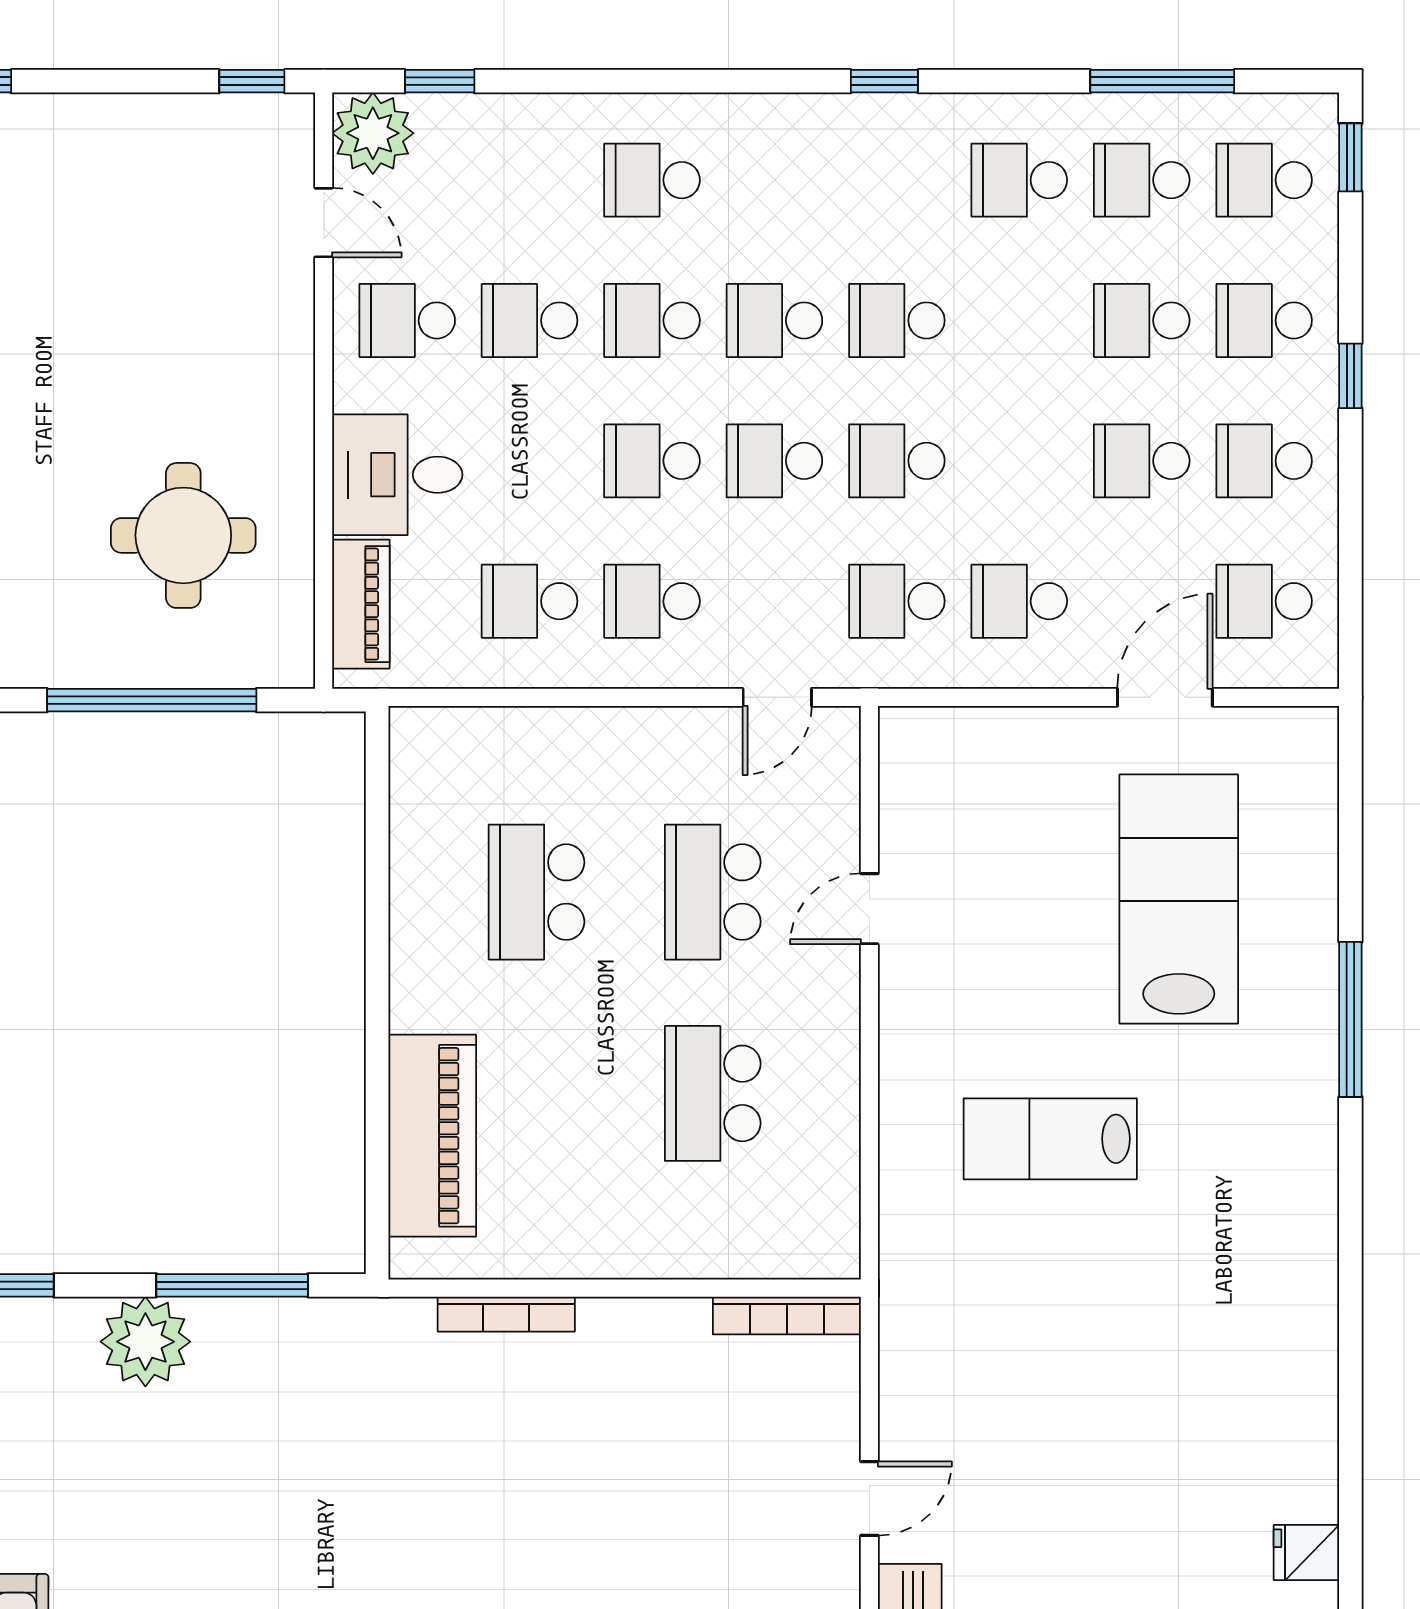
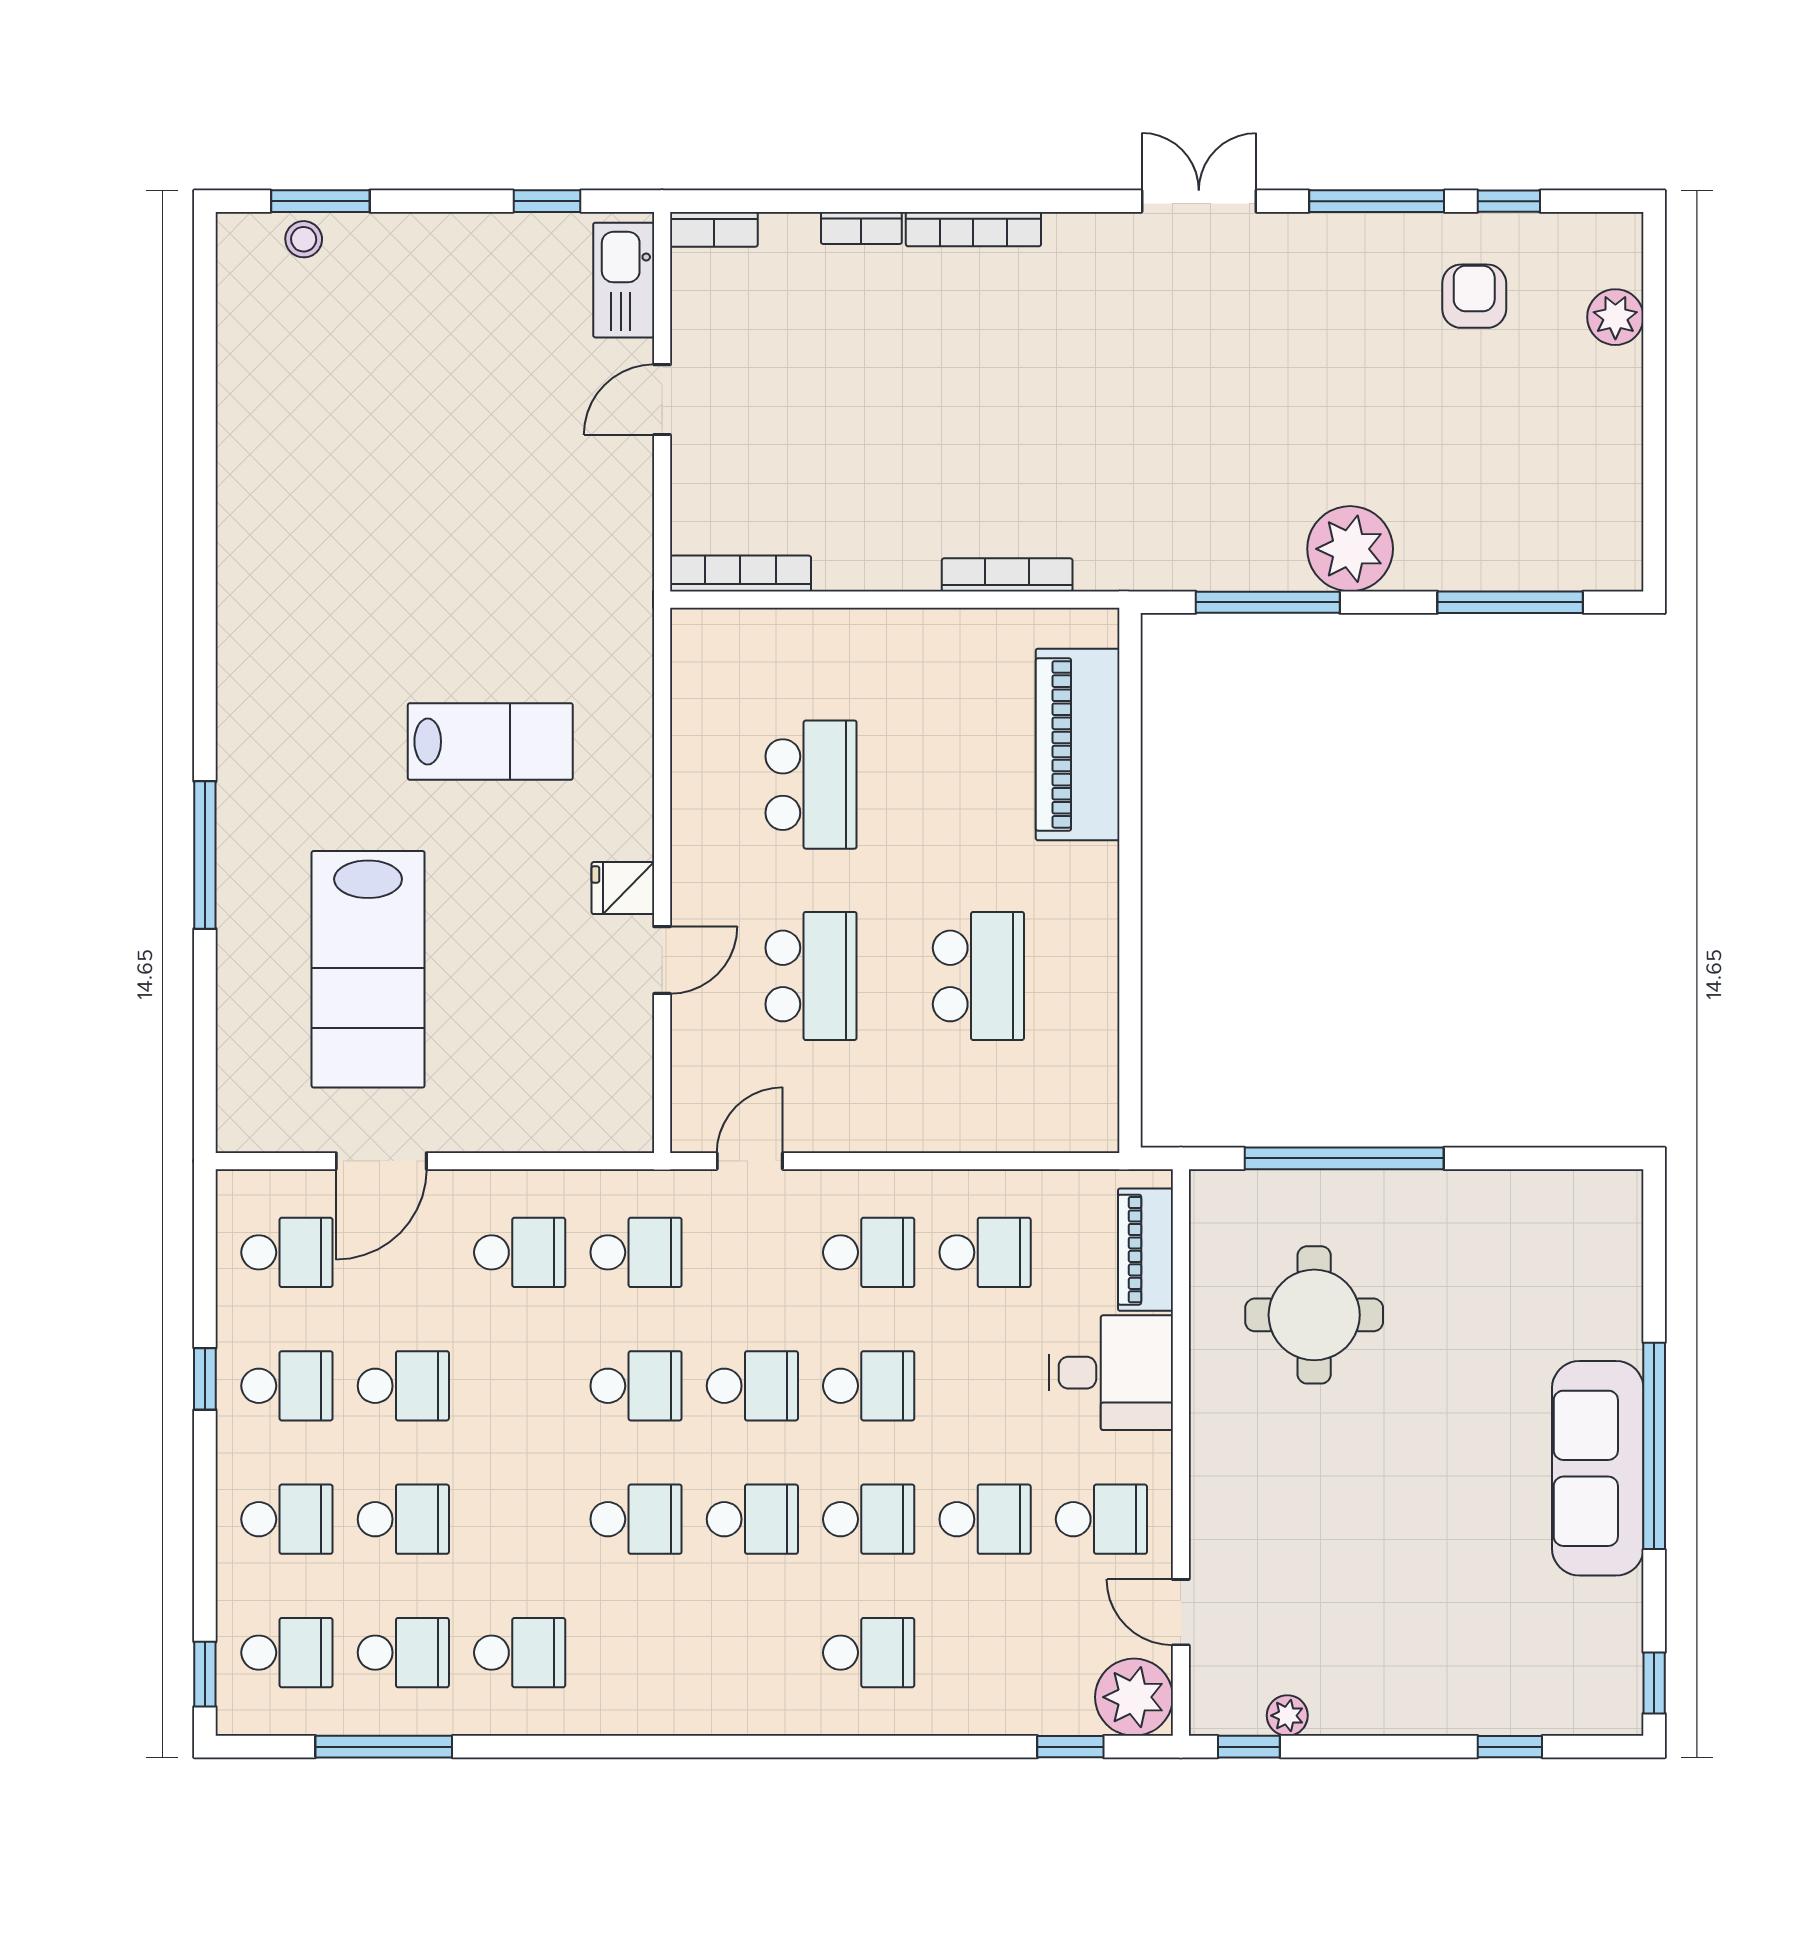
window: (884, 81) -> (648, 1747), removed
plant: (212, 114) -> (1287, 1716), added
window: (1350, 376) -> (205, 1379), moved
fridge: (1306, 1553) -> (623, 888), moved, turned 180

